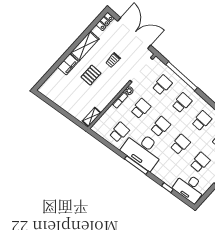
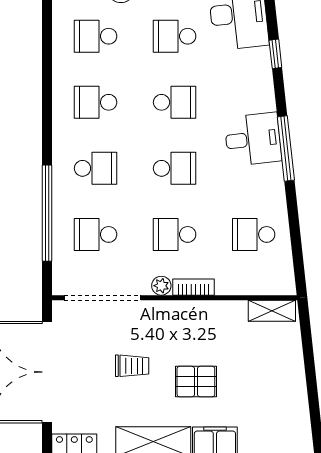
school desk: (182, 103) -> (96, 168), turned 180
school desk: (161, 126) -> (175, 168), turned 180
school desk: (180, 144) -> (175, 102), turned 180
desk: (143, 150) -> (253, 139), width x0.53, depth x0.77

